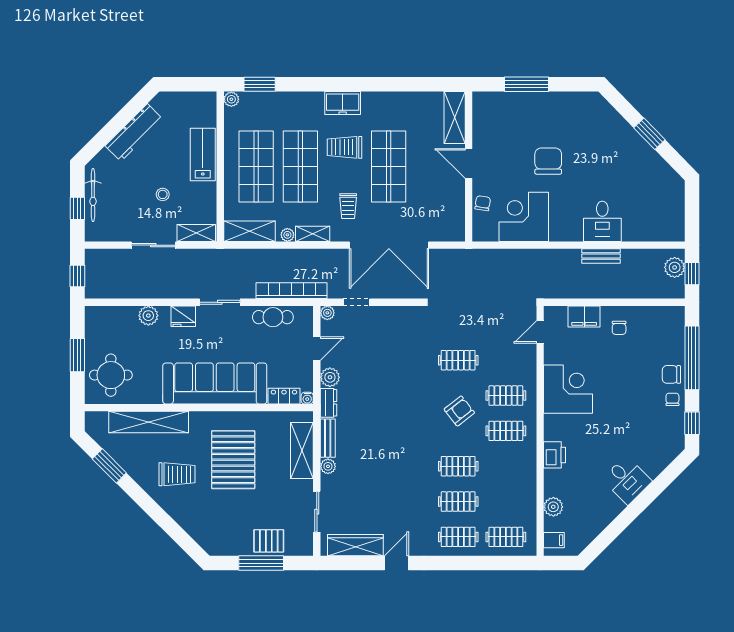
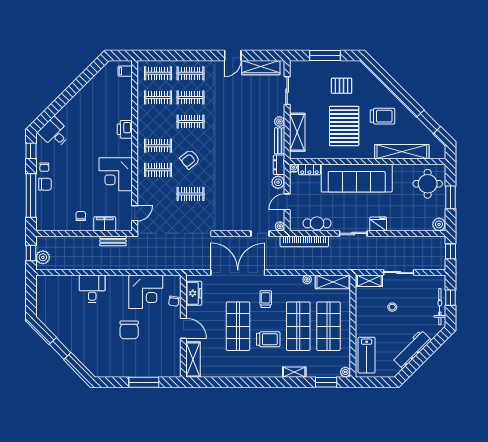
freezer: (343, 103) -> (194, 293), moved, turned 90
lab bench: (203, 155) -> (367, 355), moved
shelving: (313, 234) -> (294, 372), moved
bench: (601, 256) -> (113, 241), moved
plant: (148, 316) -> (439, 224), moved
trolley: (177, 474) -> (382, 116), turned 180
desk: (627, 480) -> (54, 133), moved
clothes rail: (506, 502) -> (158, 97), added
plant: (553, 507) -> (126, 94), removed
pallet: (269, 541) -> (342, 86), moved

